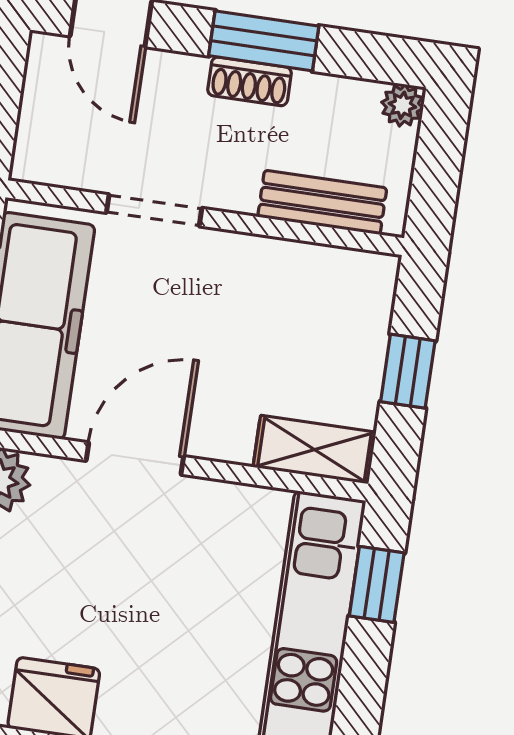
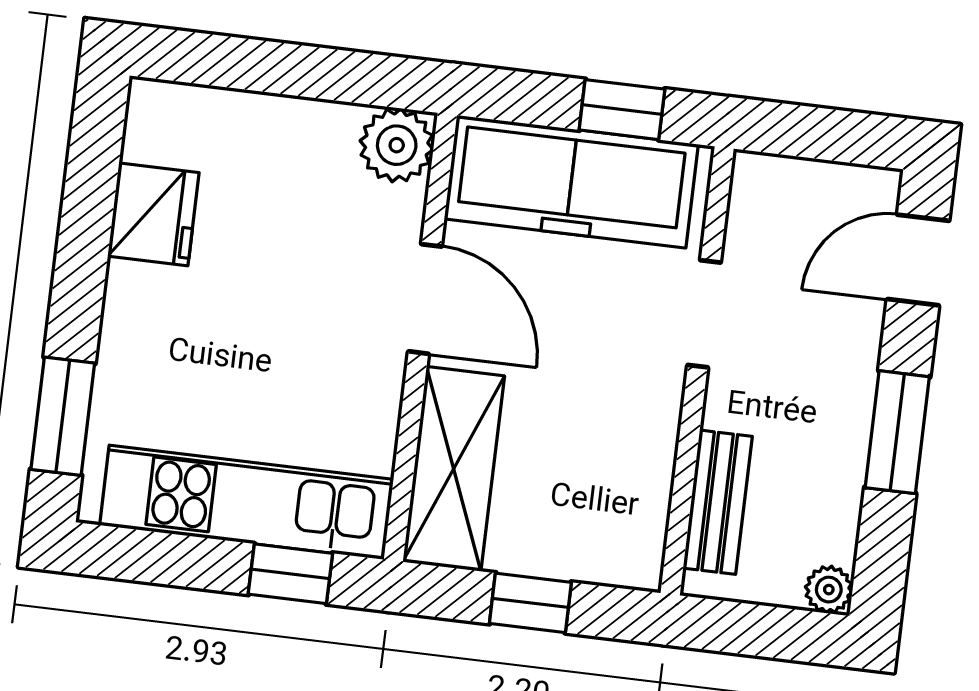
shoe rack: (250, 81) -> (851, 417), removed
shelving: (314, 450) -> (454, 469), width x1.50, depth x1.33

